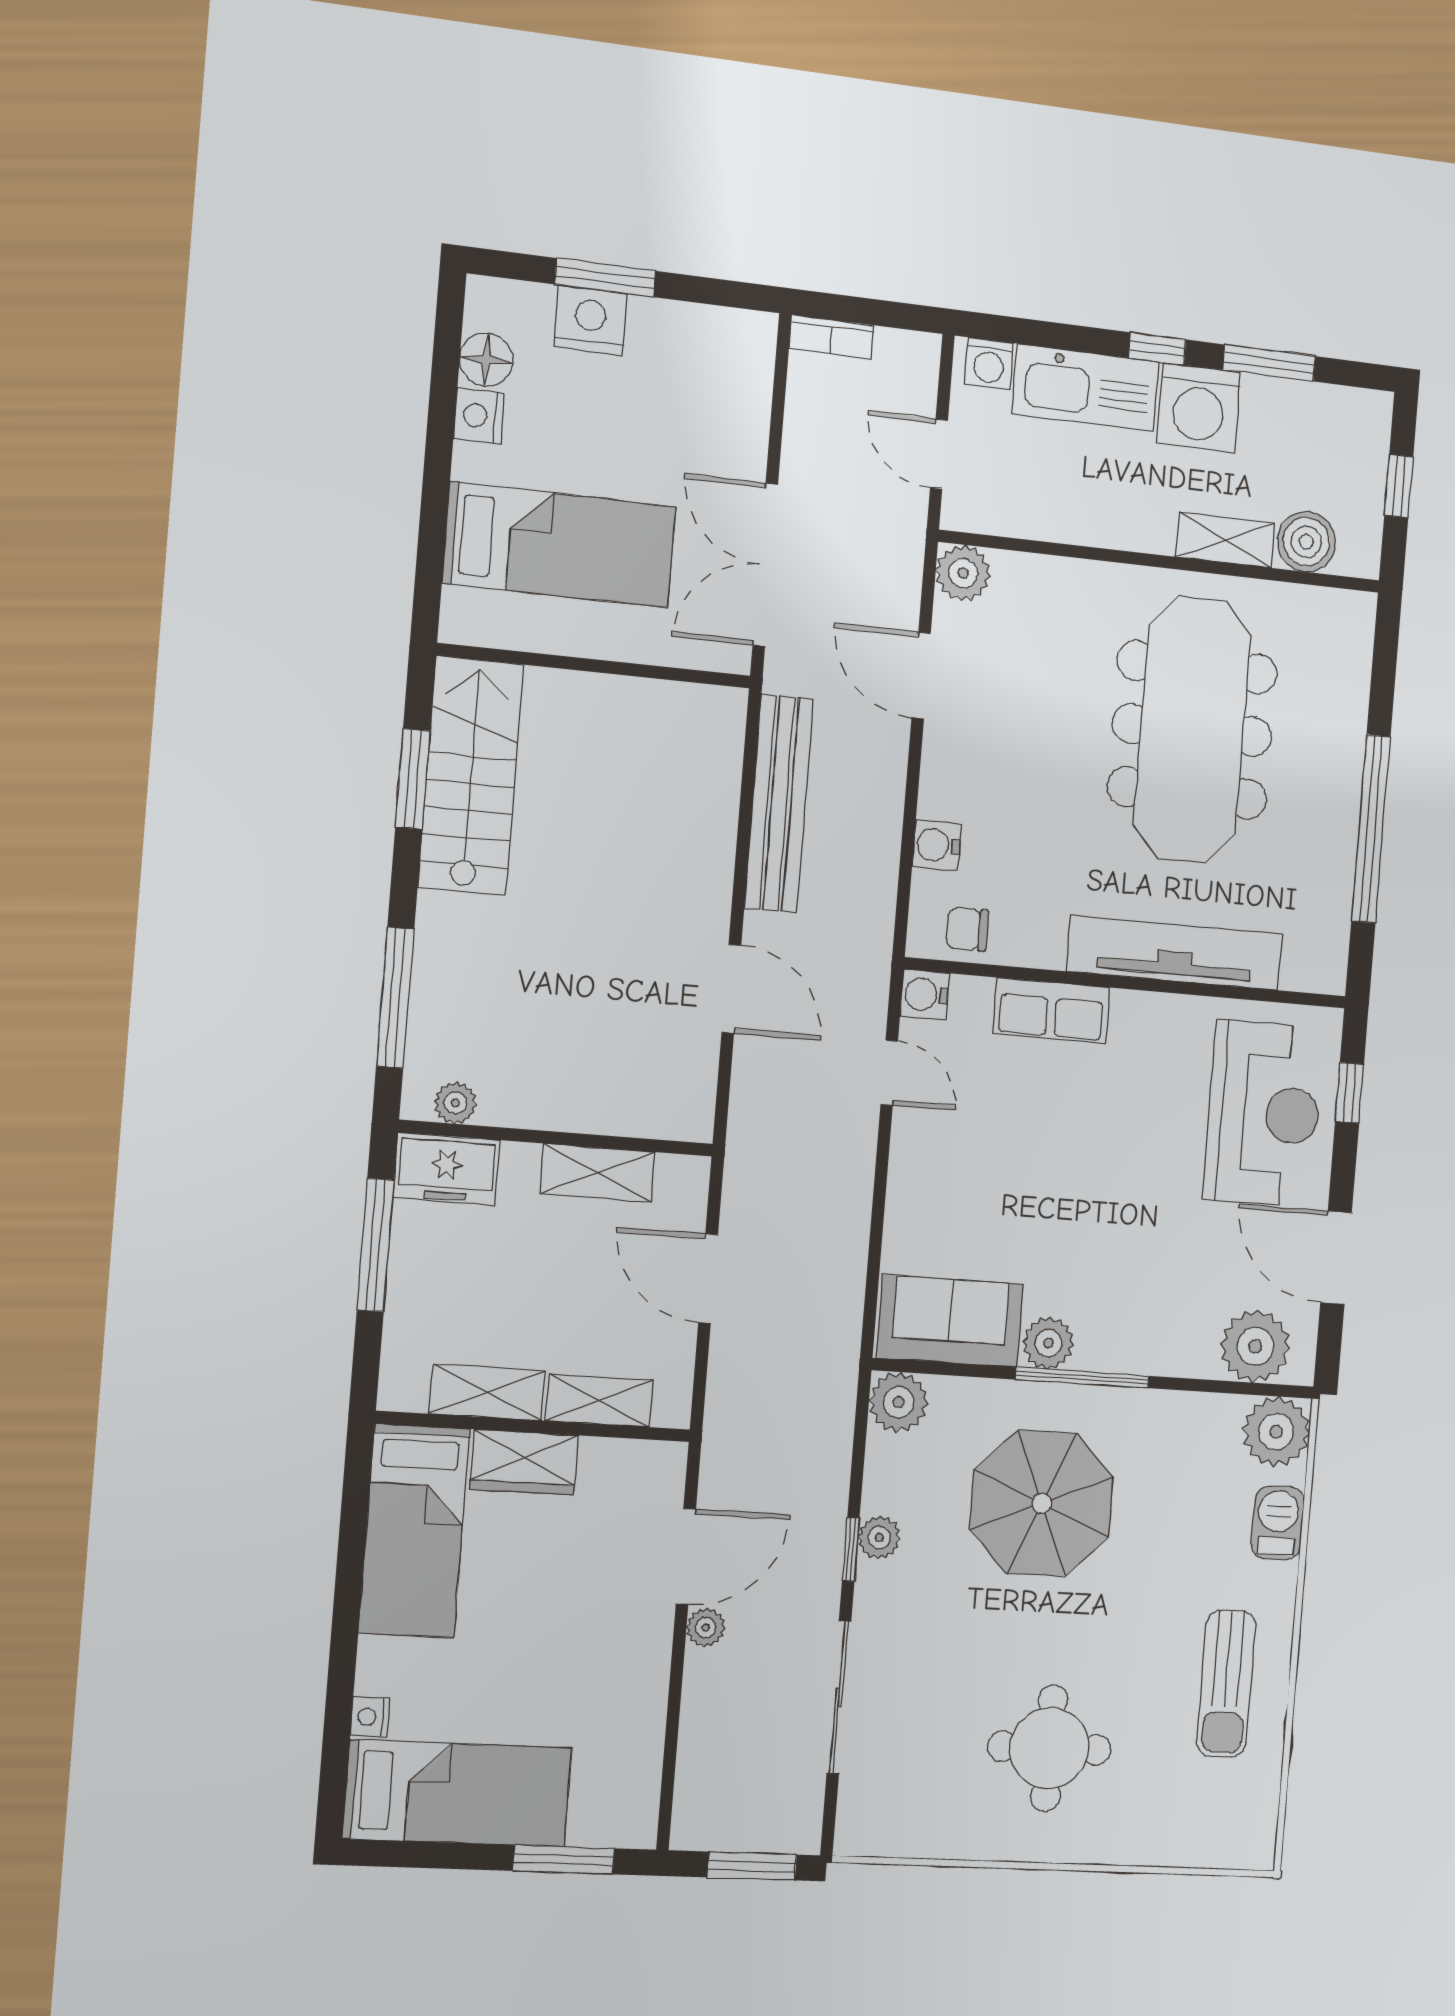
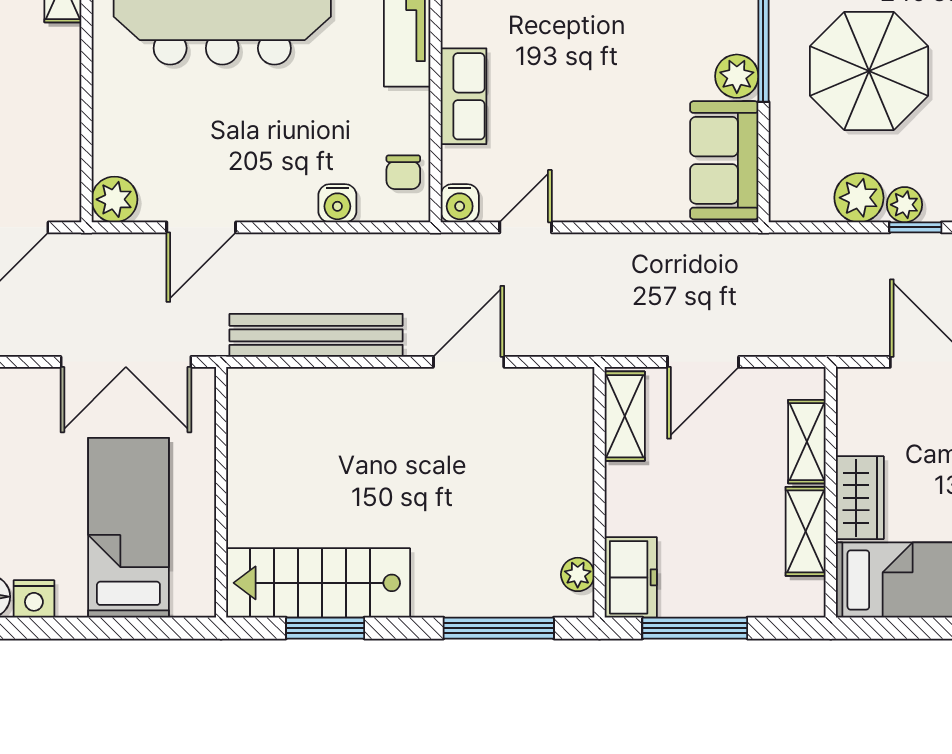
shelving: (597, 1173) -> (625, 416), moved
plant: (898, 1402) -> (859, 198), moved

